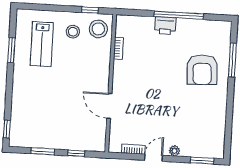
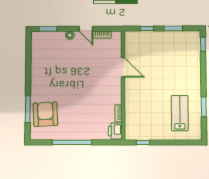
printer: (165, 26) -> (115, 131), moved, turned -90
stool: (98, 29) -> (135, 128), removed
stool: (73, 32) -> (156, 124), removed
armchair: (202, 70) -> (45, 114), moved
door: (154, 158) -> (86, 29), hinge flipped

